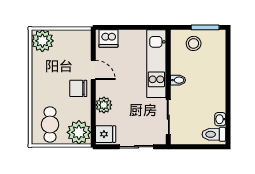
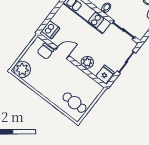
chair: (78, 88) -> (45, 51), moved
plant: (79, 132) -> (92, 89), removed

